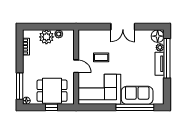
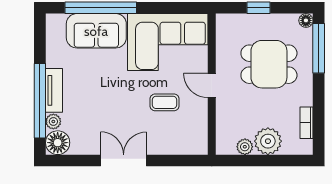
dining table: (52, 91) -> (269, 64), moved

